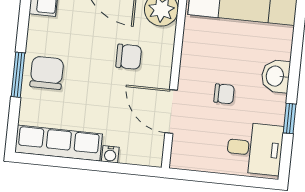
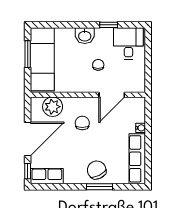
chair: (47, 73) -> (97, 170), turned 64

